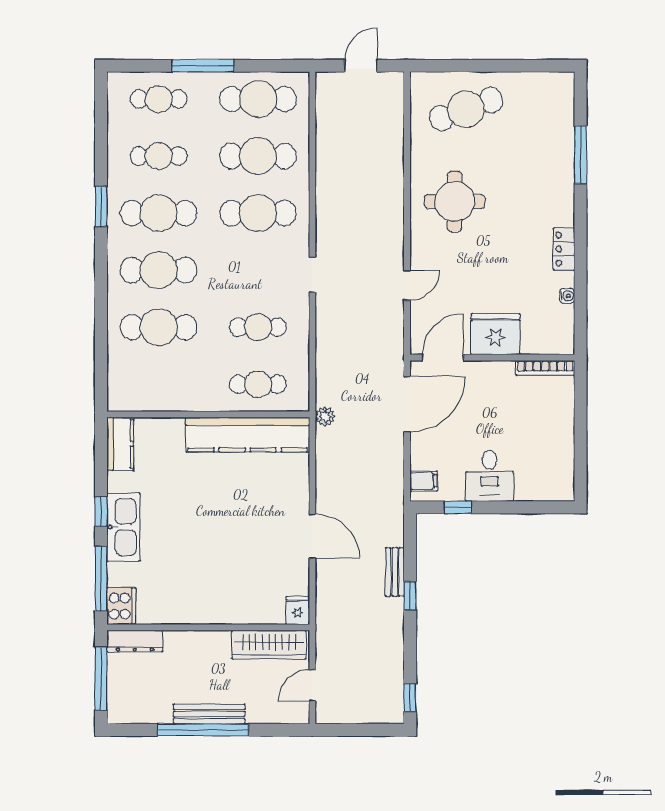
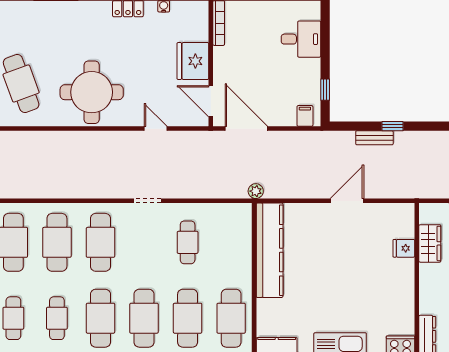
round table: (455, 201) -> (92, 92), width x1.36, depth x1.36
cafe table: (258, 384) -> (231, 318), moved, width x1.37, depth x1.35
desk: (490, 476) -> (301, 39), moved
fridge: (298, 610) -> (404, 248), moved
wardrobe: (269, 645) -> (430, 243), width x0.67

